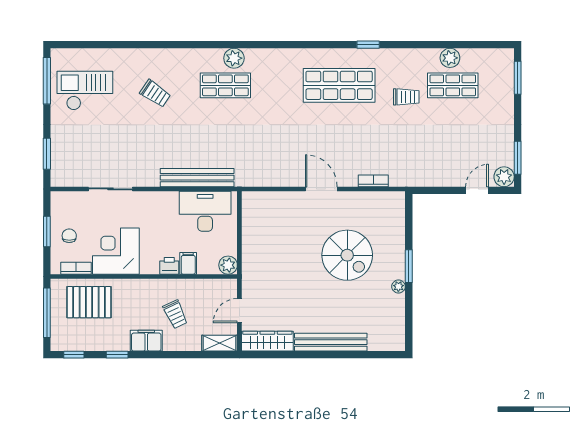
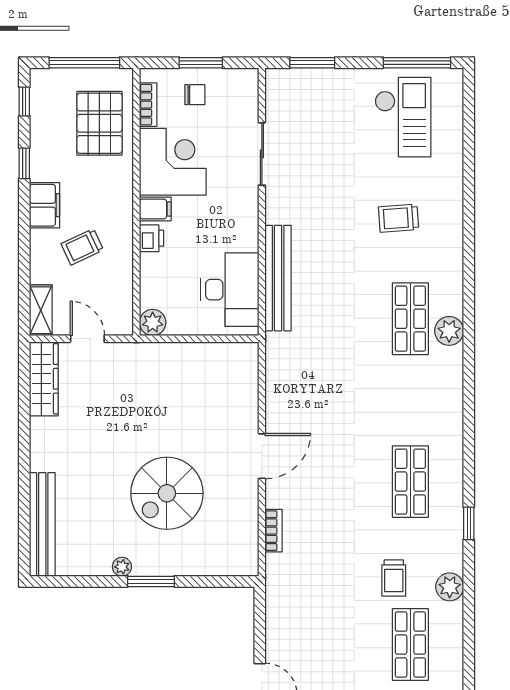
plant: (450, 58) -> (450, 587), moved
shop shelf: (339, 85) -> (410, 482), width x0.70, depth x0.74
trolley: (155, 94) -> (399, 218), turned 52
filing cabinet: (188, 263) -> (155, 209), moved
bench: (331, 342) -> (42, 524), moved

